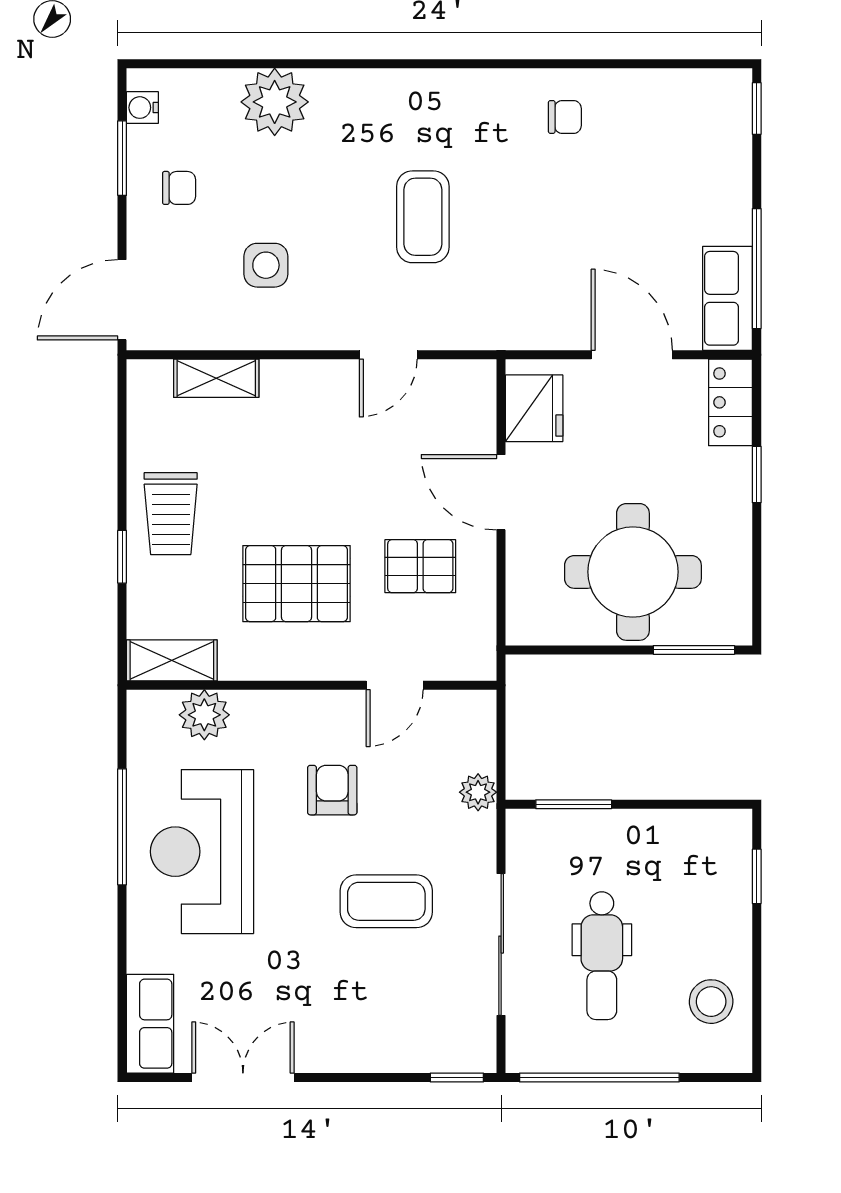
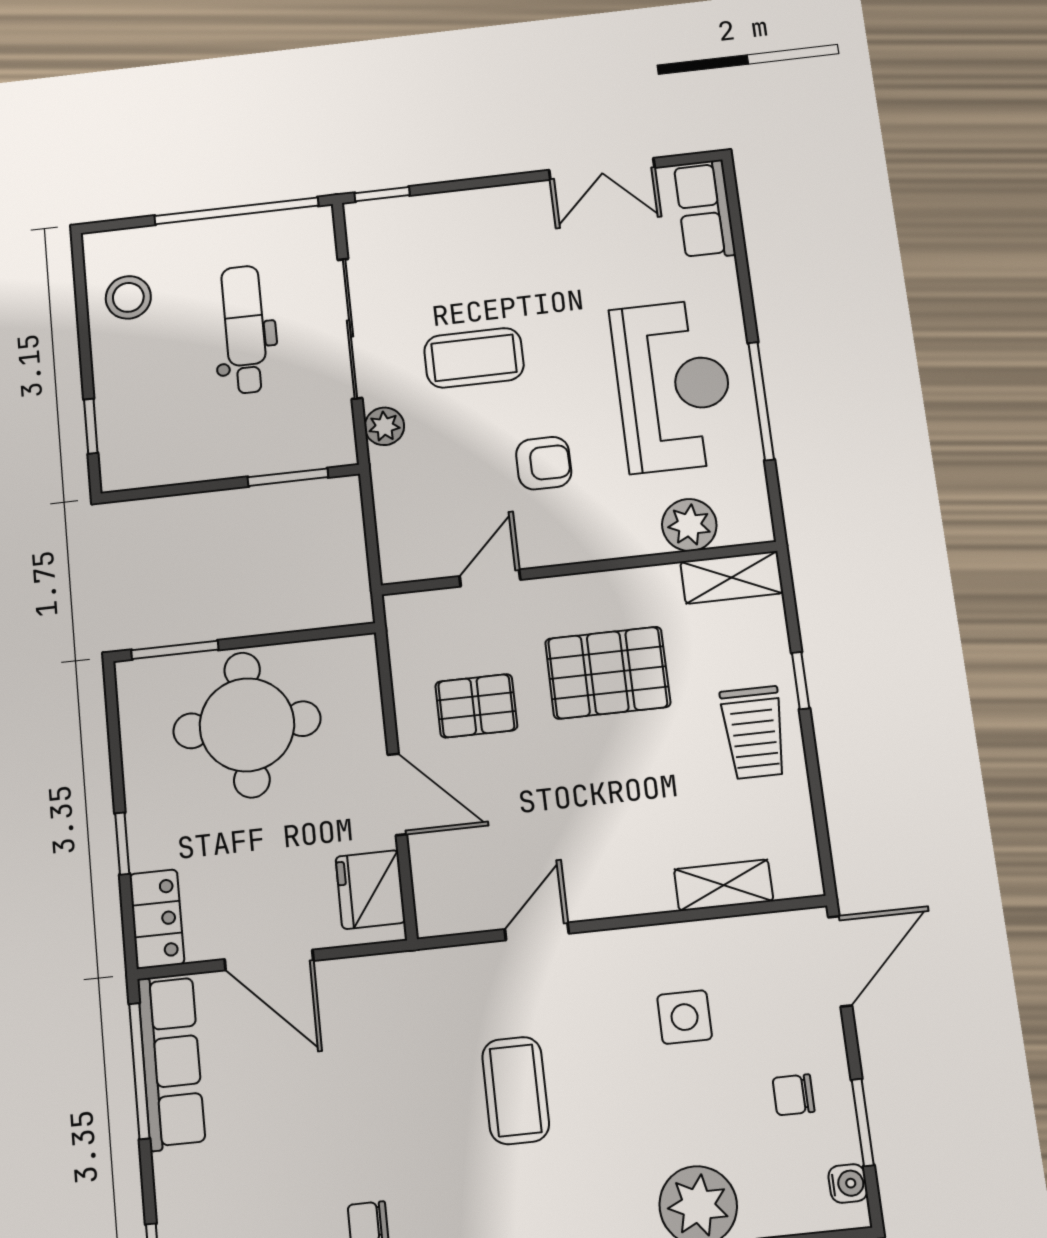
row of seats: (727, 298) -> (171, 1062), width x1.48
trolley: (171, 514) -> (754, 733), turned 180
armchair: (332, 790) -> (544, 463), turned -90
plant: (478, 792) -> (384, 426), moved

